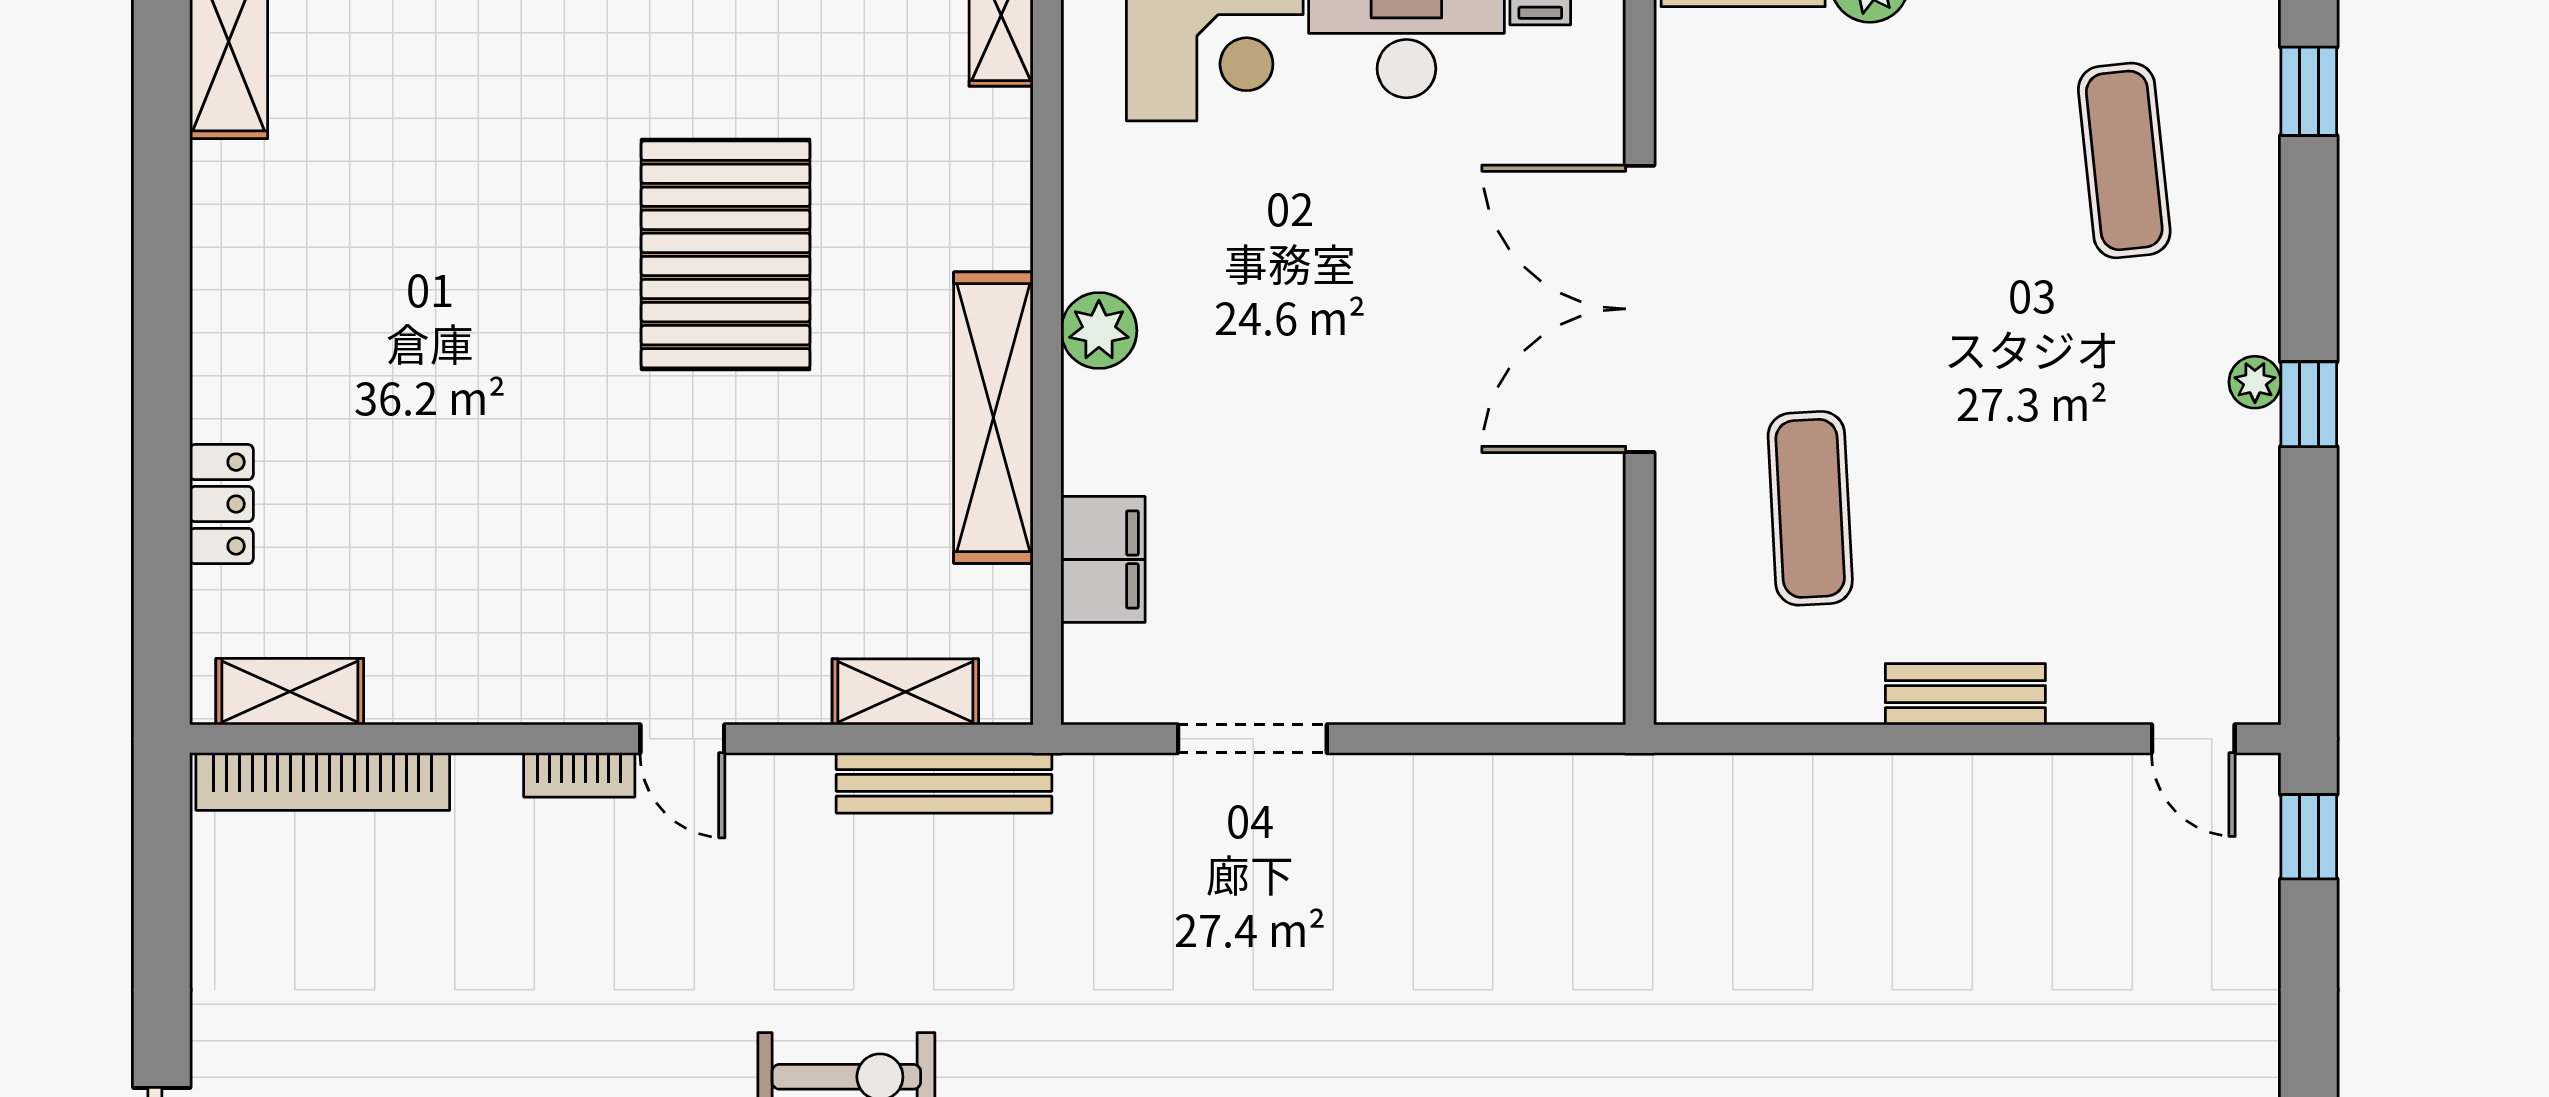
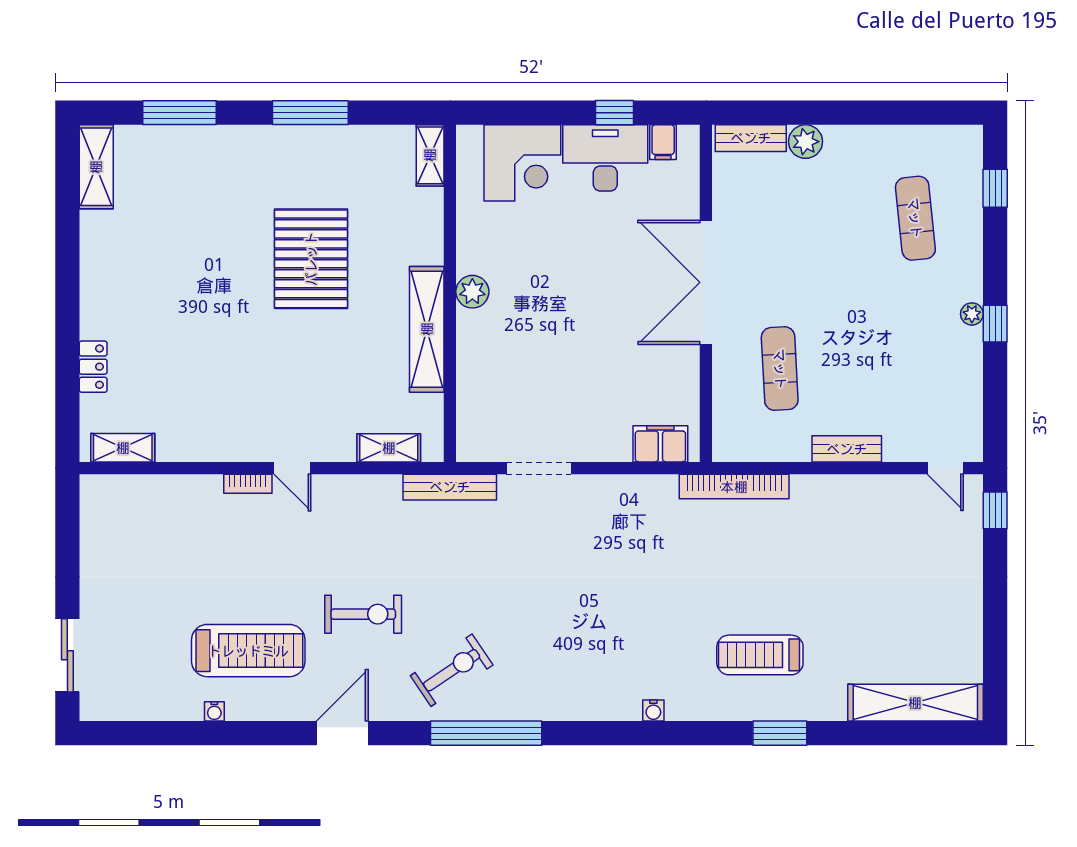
filing cabinet: (1103, 559) -> (660, 444), moved, turned -90
bookcase: (323, 781) -> (734, 487), moved
bench: (944, 783) -> (450, 487), moved

